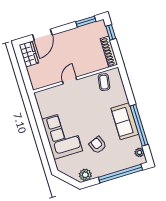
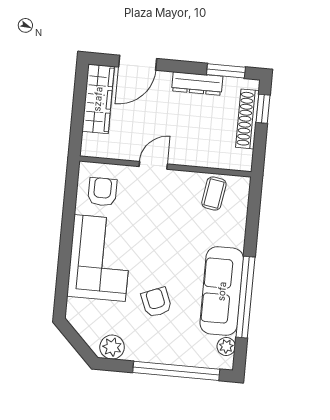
dresser: (75, 33) -> (197, 84), added
shoe rack: (109, 52) -> (247, 119), moved
wardrobe: (29, 54) -> (98, 99), width x1.50
armchair: (51, 103) -> (102, 192), added
sofa: (125, 121) -> (222, 291), width x1.36

